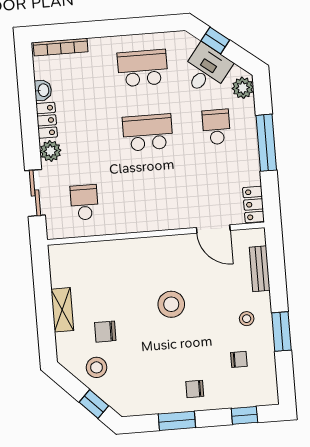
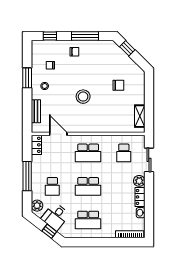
school desk: (153, 197) -> (88, 153), added
shelving: (62, 310) -> (140, 116), moved
stool: (97, 367) -> (124, 67), removed
window: (177, 421) -> (85, 36), width x1.44

